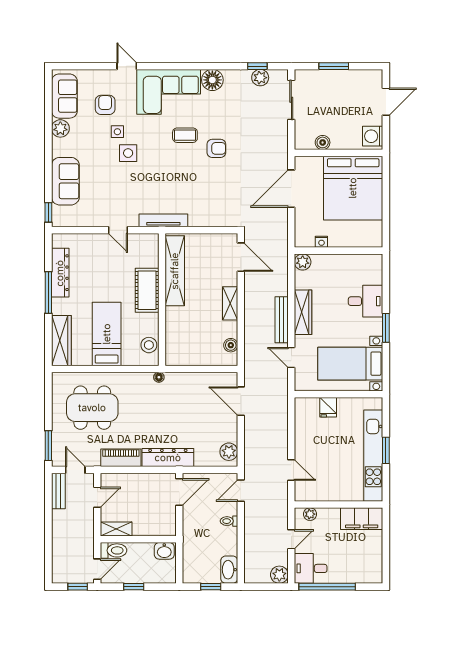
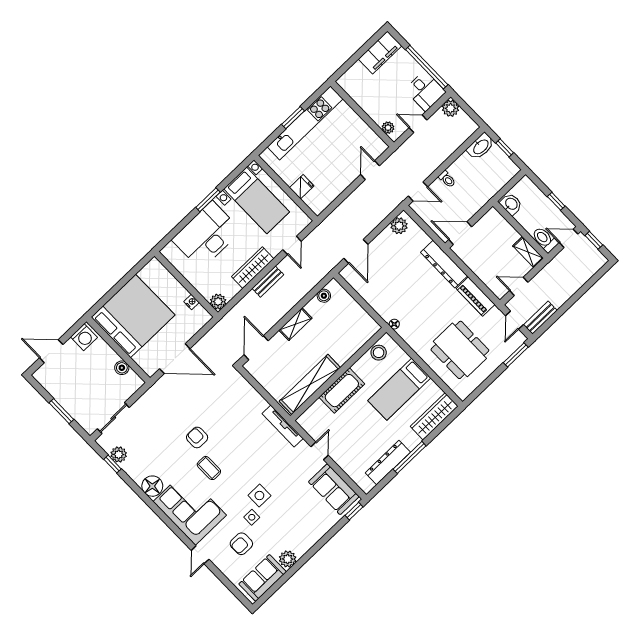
sofa: (65, 181) -> (334, 489), moved, turned -90
desk: (366, 301) -> (207, 235), width x1.87, depth x1.30
bench: (282, 320) -> (268, 282), width x0.73
filing cabinet: (362, 519) -> (380, 52), moved, turned 90

